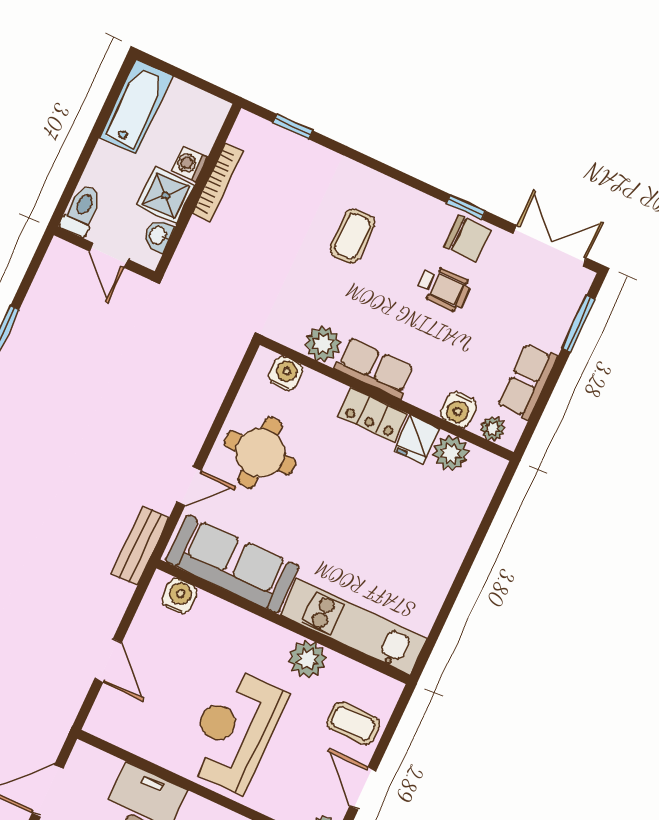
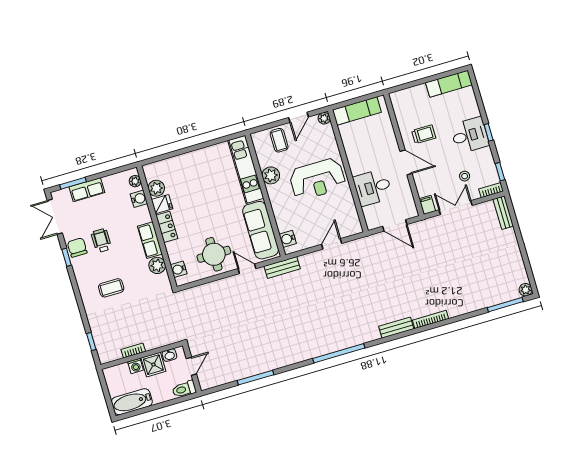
bookcase: (218, 182) -> (133, 351), width x0.64
row of seats: (528, 381) -> (87, 190), moved

